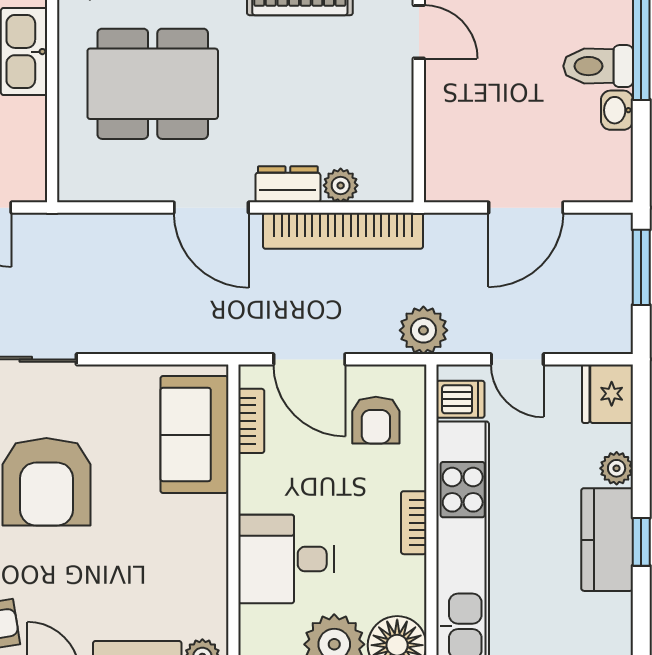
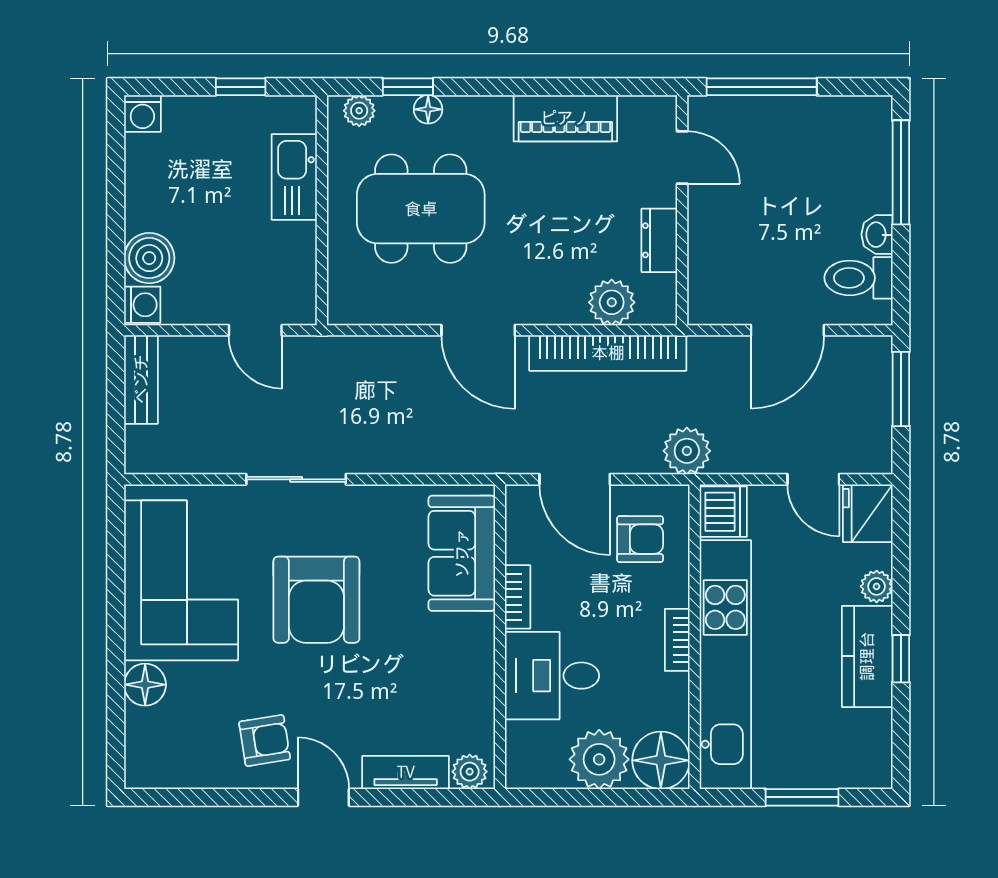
toilet: (598, 66) -> (858, 278), moved
dresser: (288, 184) -> (659, 240), moved, turned -90
plant: (341, 185) -> (612, 302), width x1.38, depth x1.38
door: (517, 359) -> (813, 479), moved
dishwasher: (460, 399) -> (723, 512), width x1.38
armchair: (376, 420) -> (640, 539), turned -90
bookcase: (251, 421) -> (518, 597), moved

